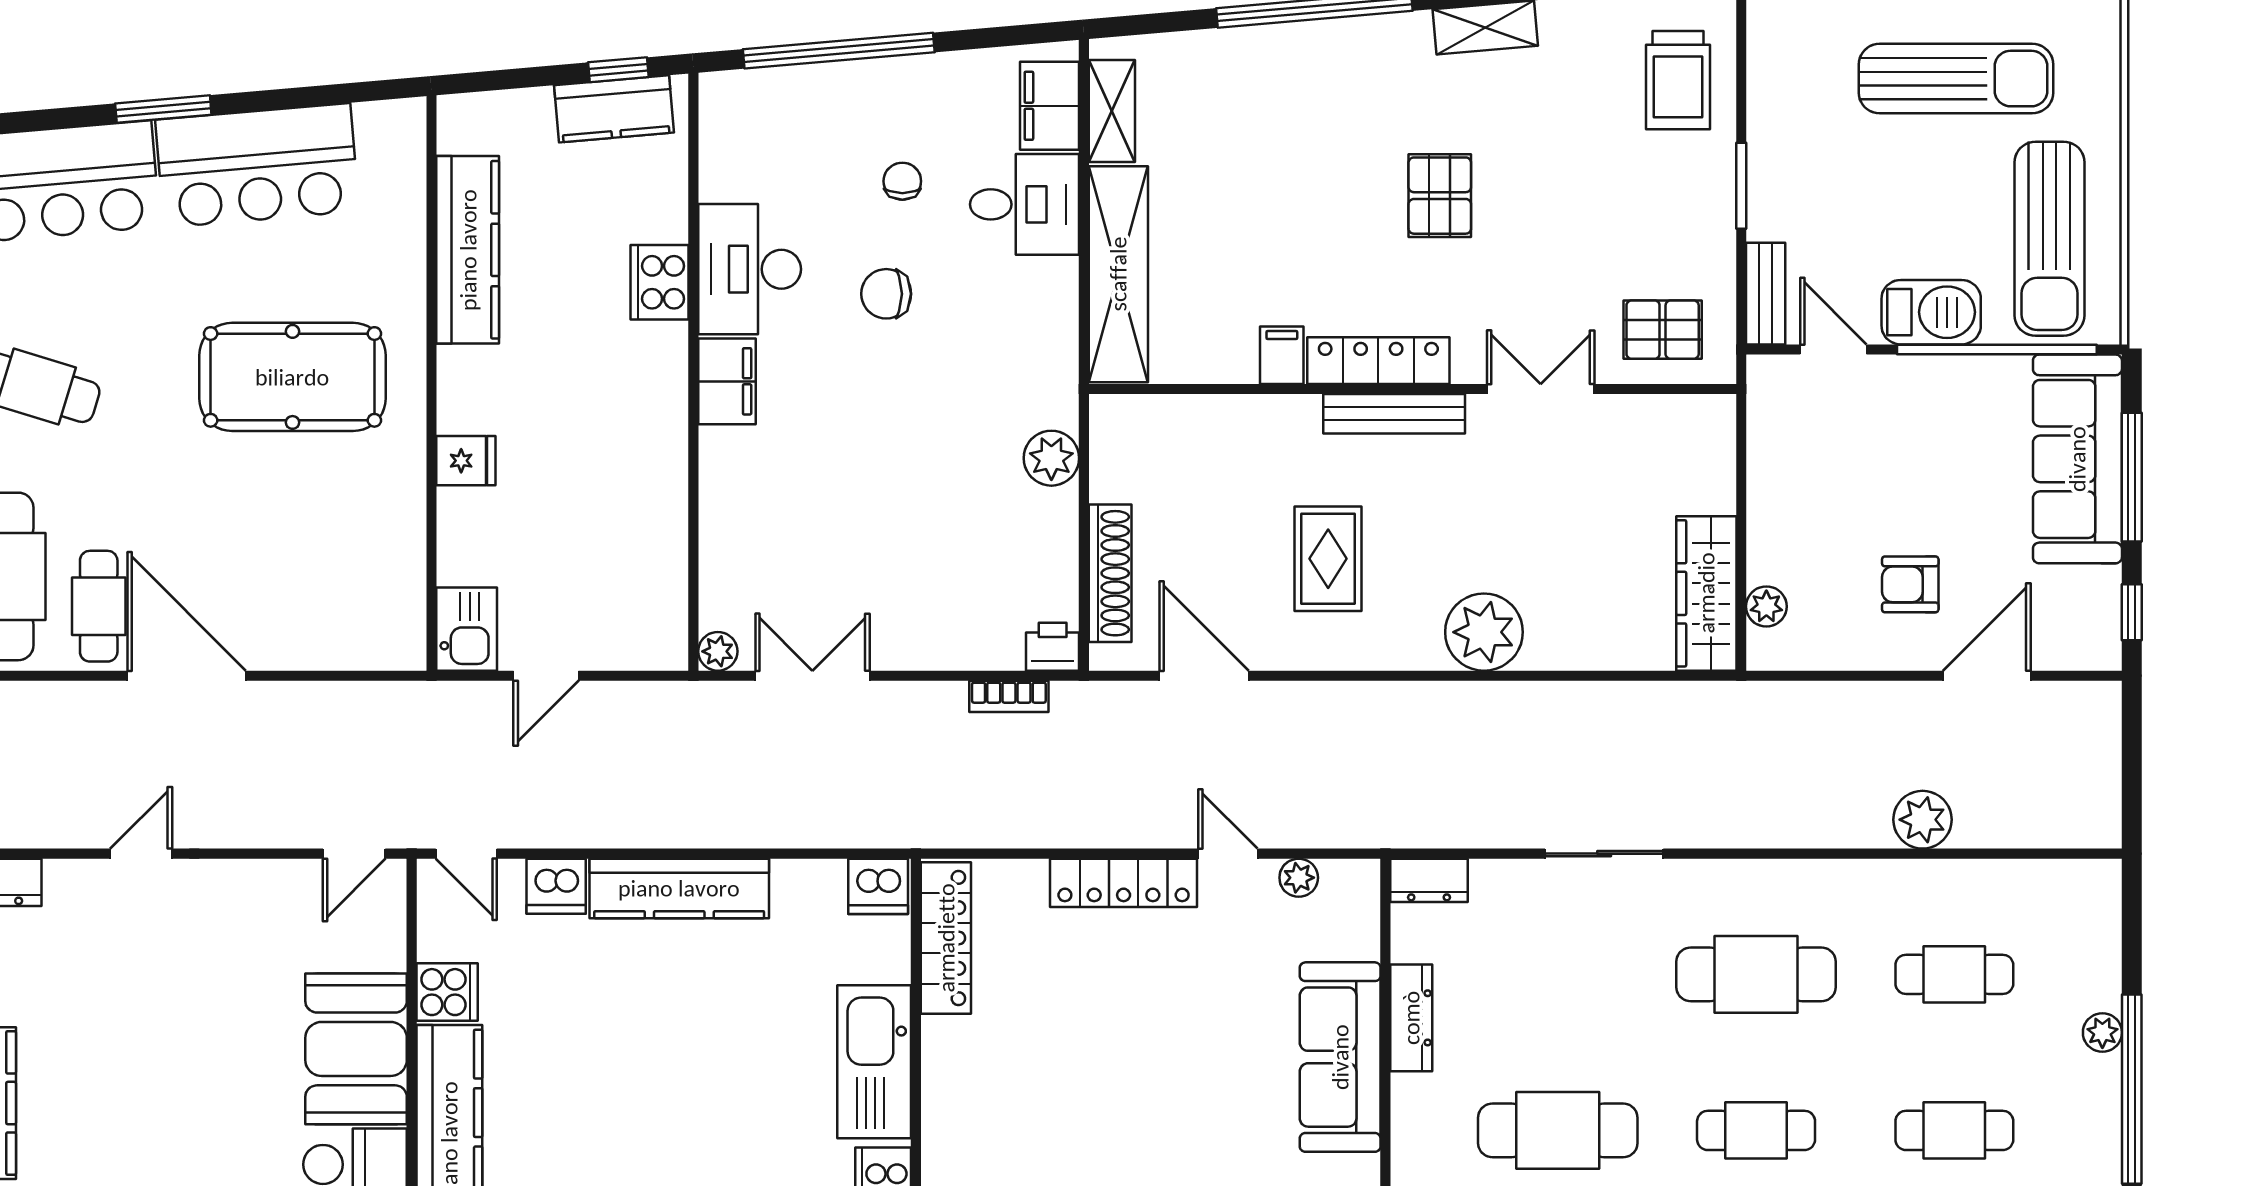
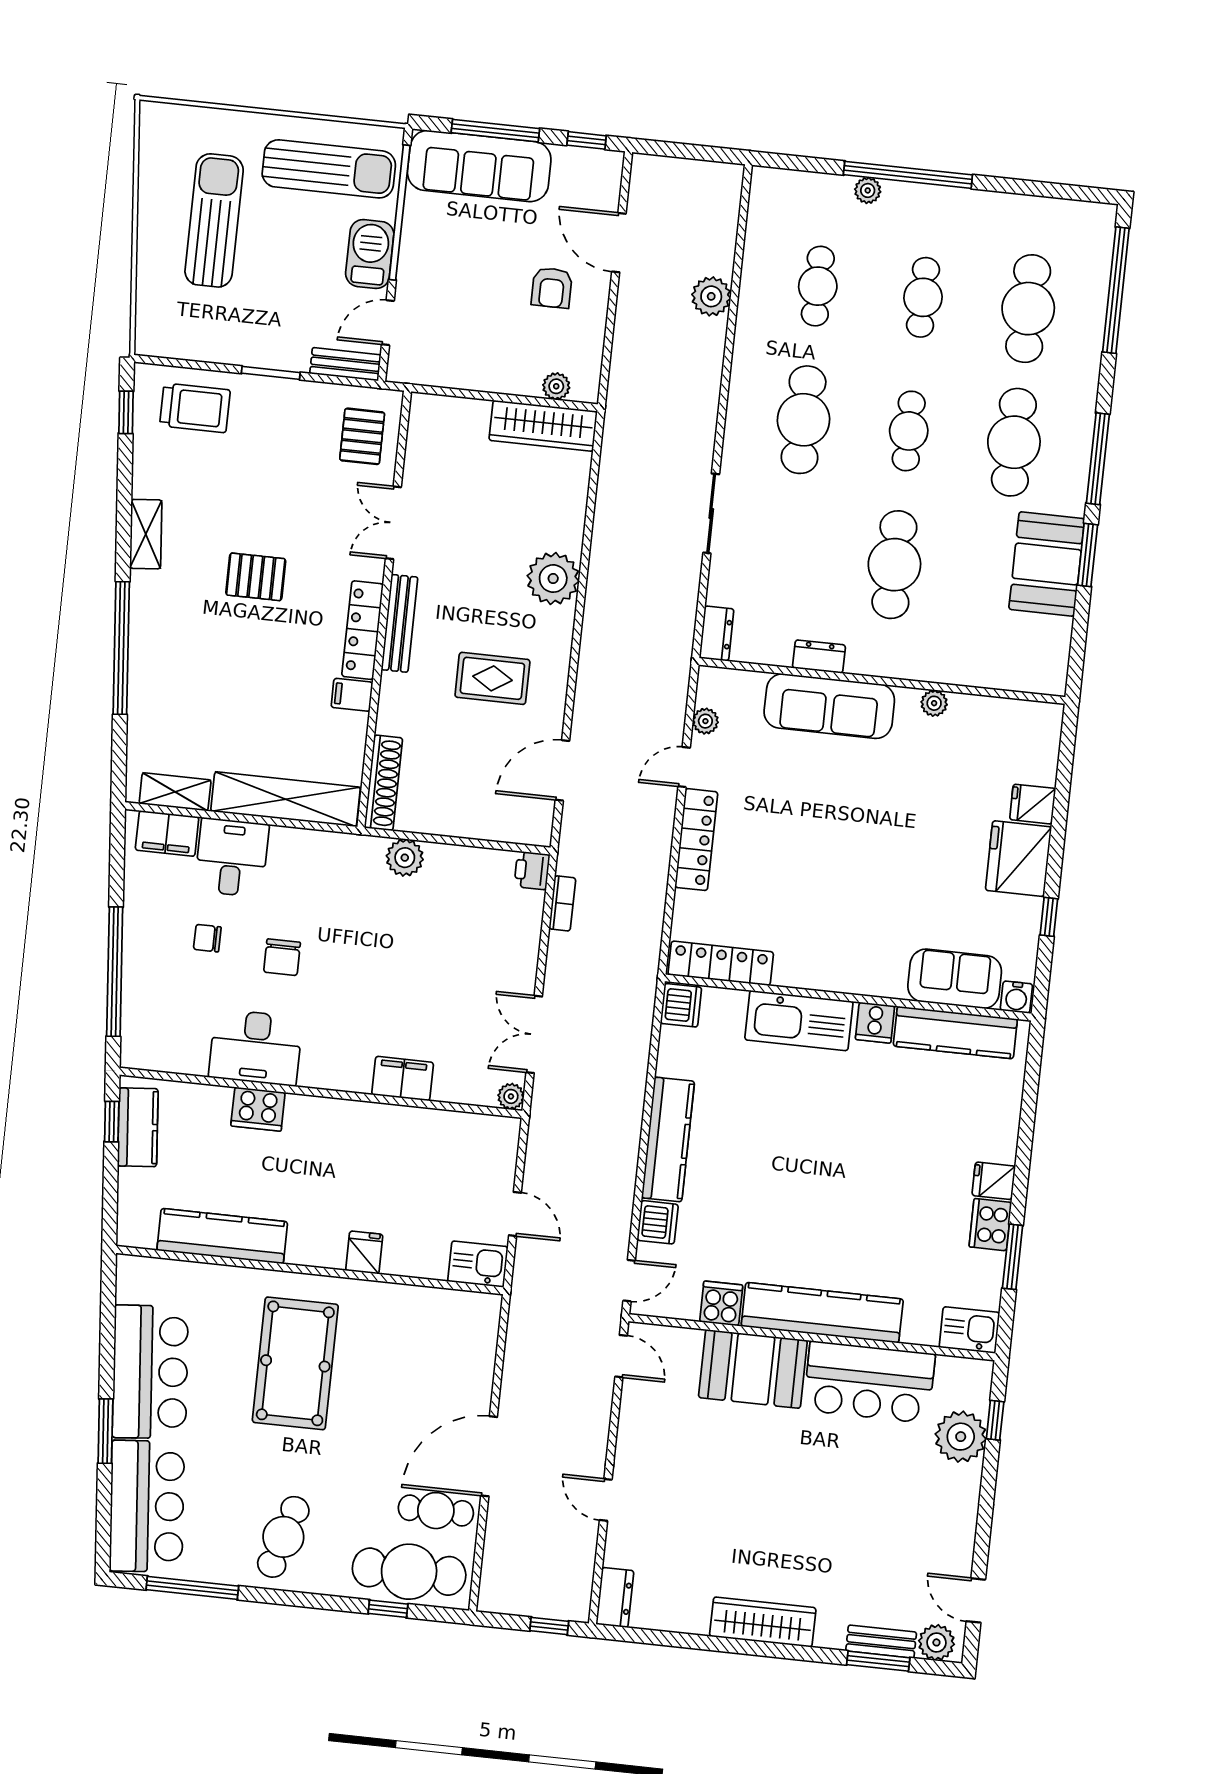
filing cabinet: (727, 381) -> (403, 1079), moved
shoe rack: (1110, 573) -> (383, 783), moved, turned 90
dresser: (1411, 1018) -> (819, 656), width x0.70

